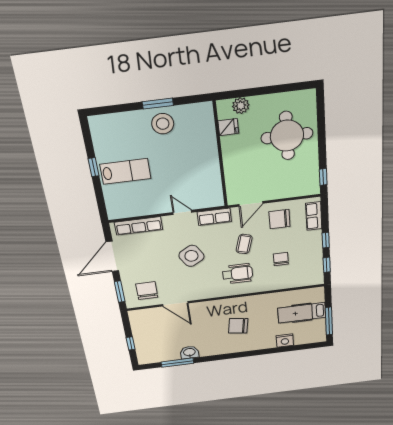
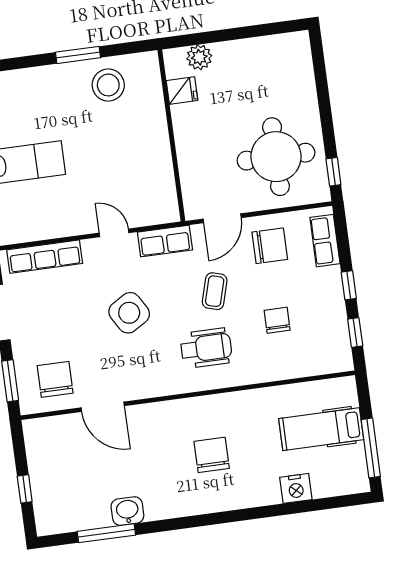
stool: (163, 124) -> (108, 85), moved
round table: (287, 136) -> (276, 157), moved
chair: (280, 219) -> (270, 246), turned 180
chair: (238, 326) -> (212, 455), turned 81

